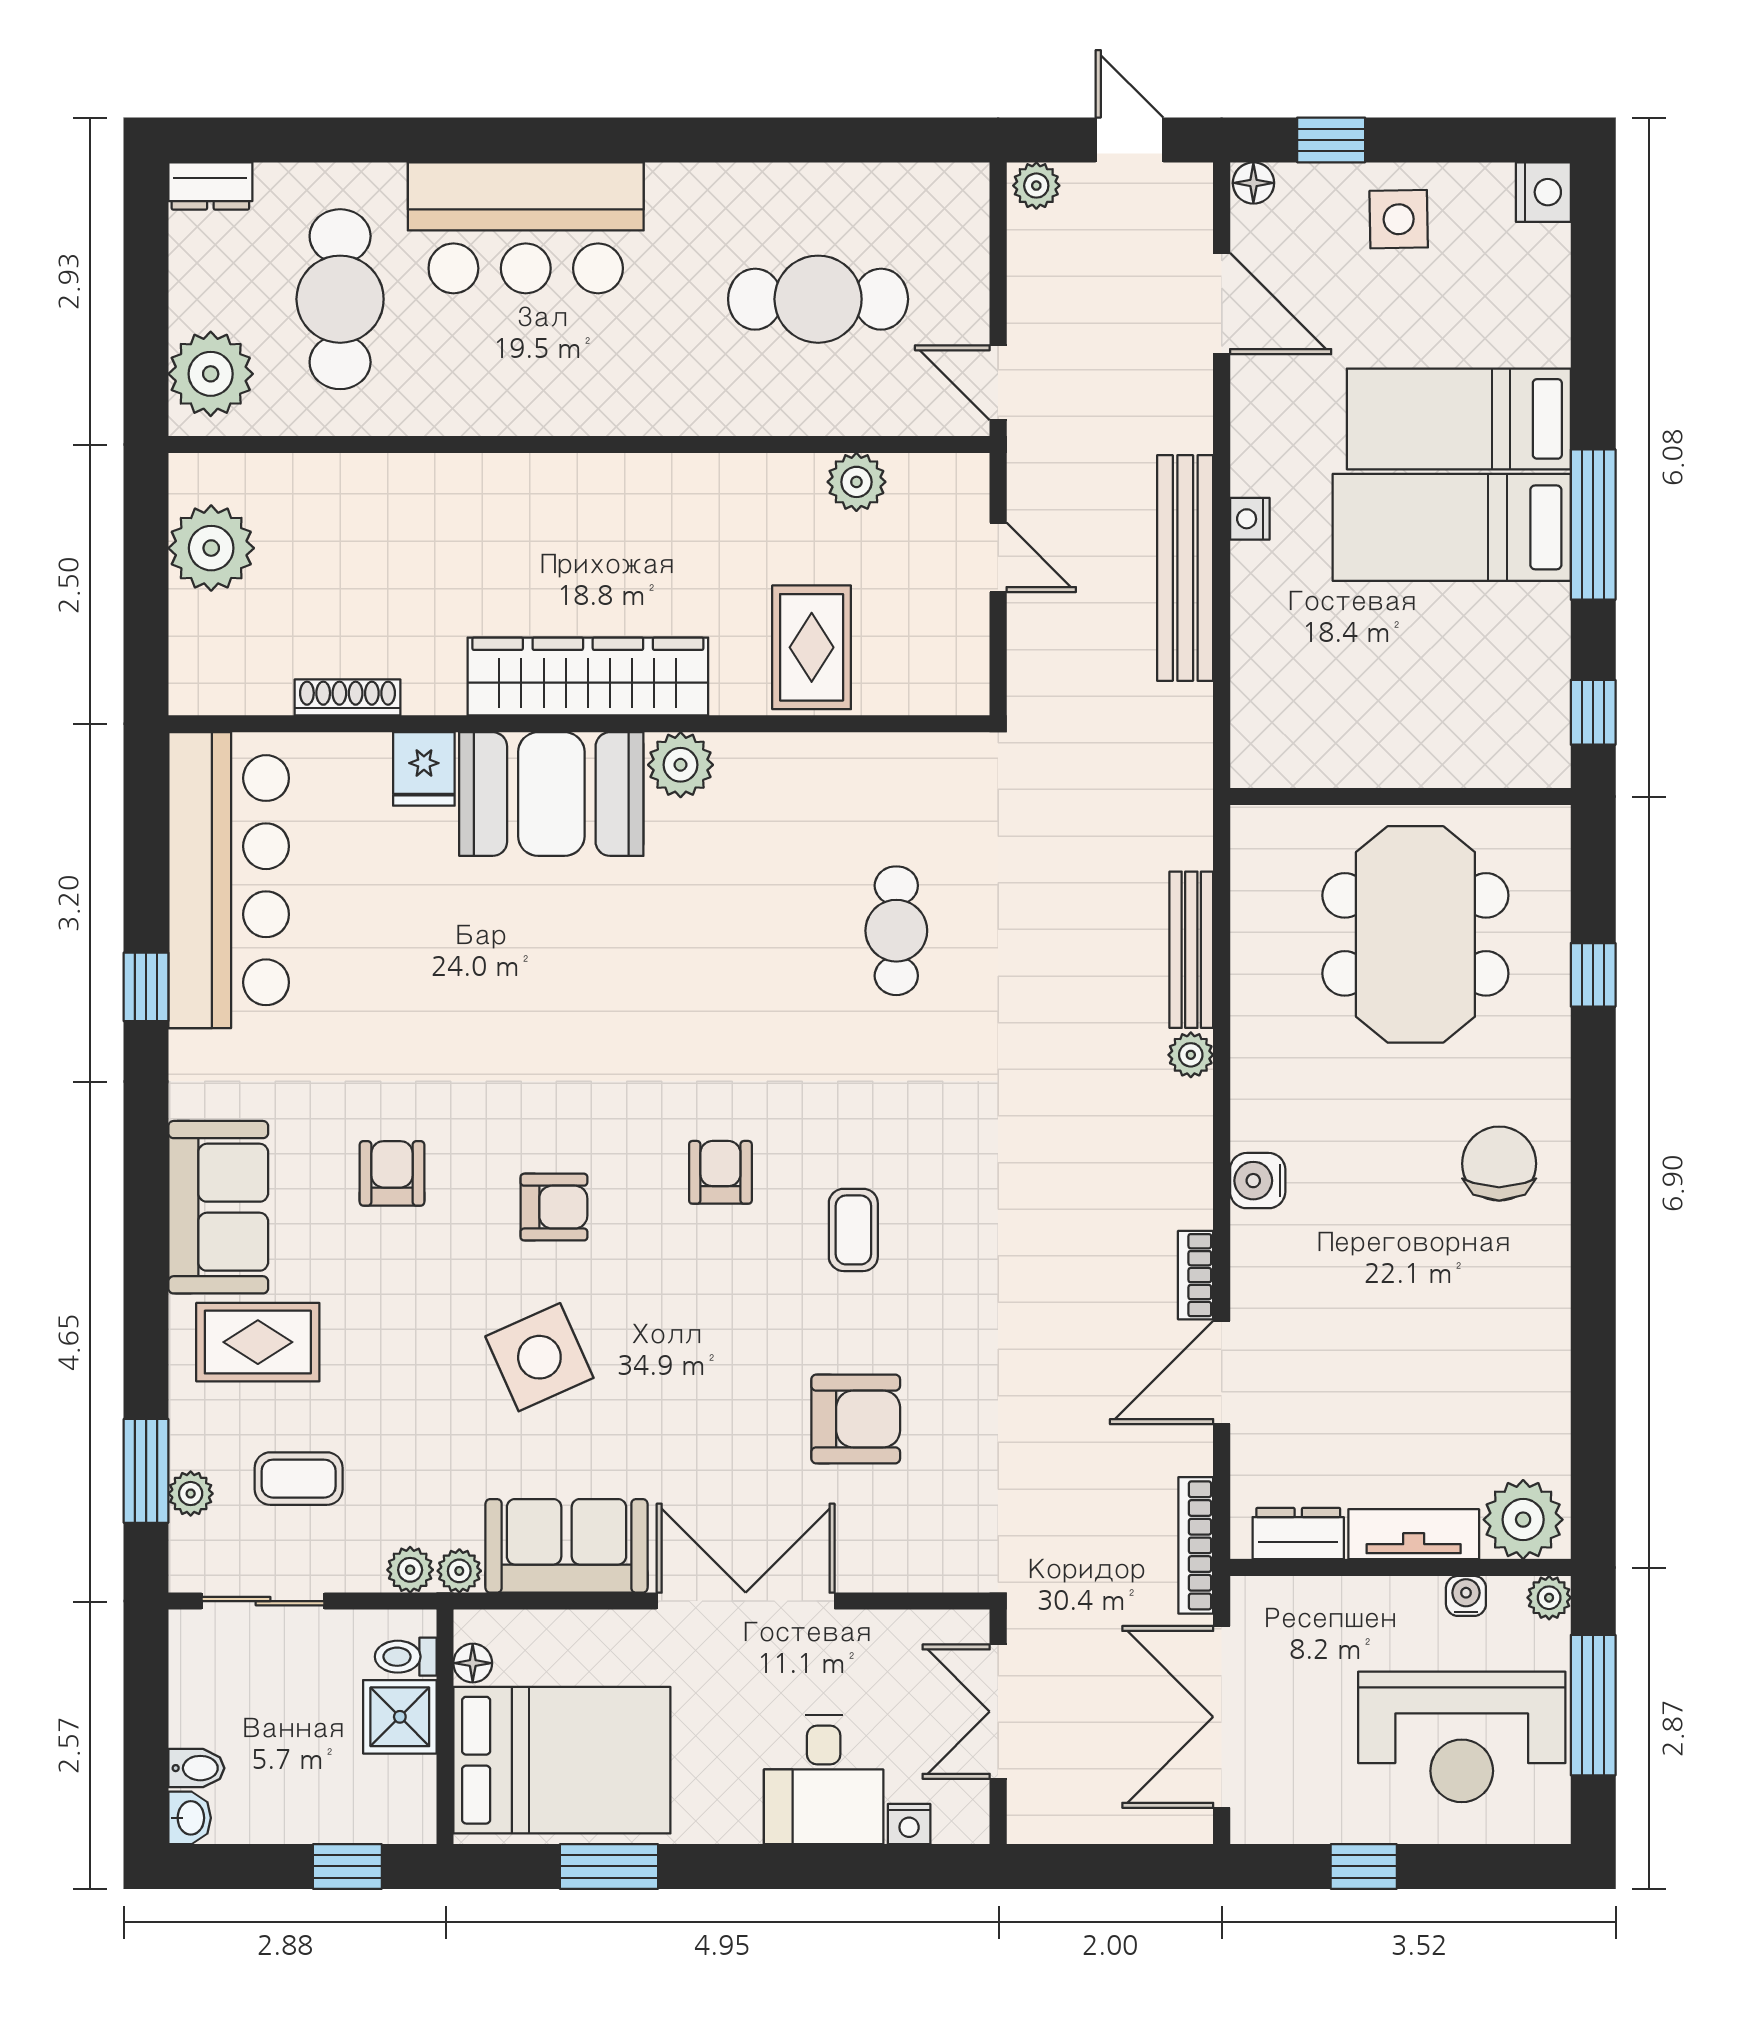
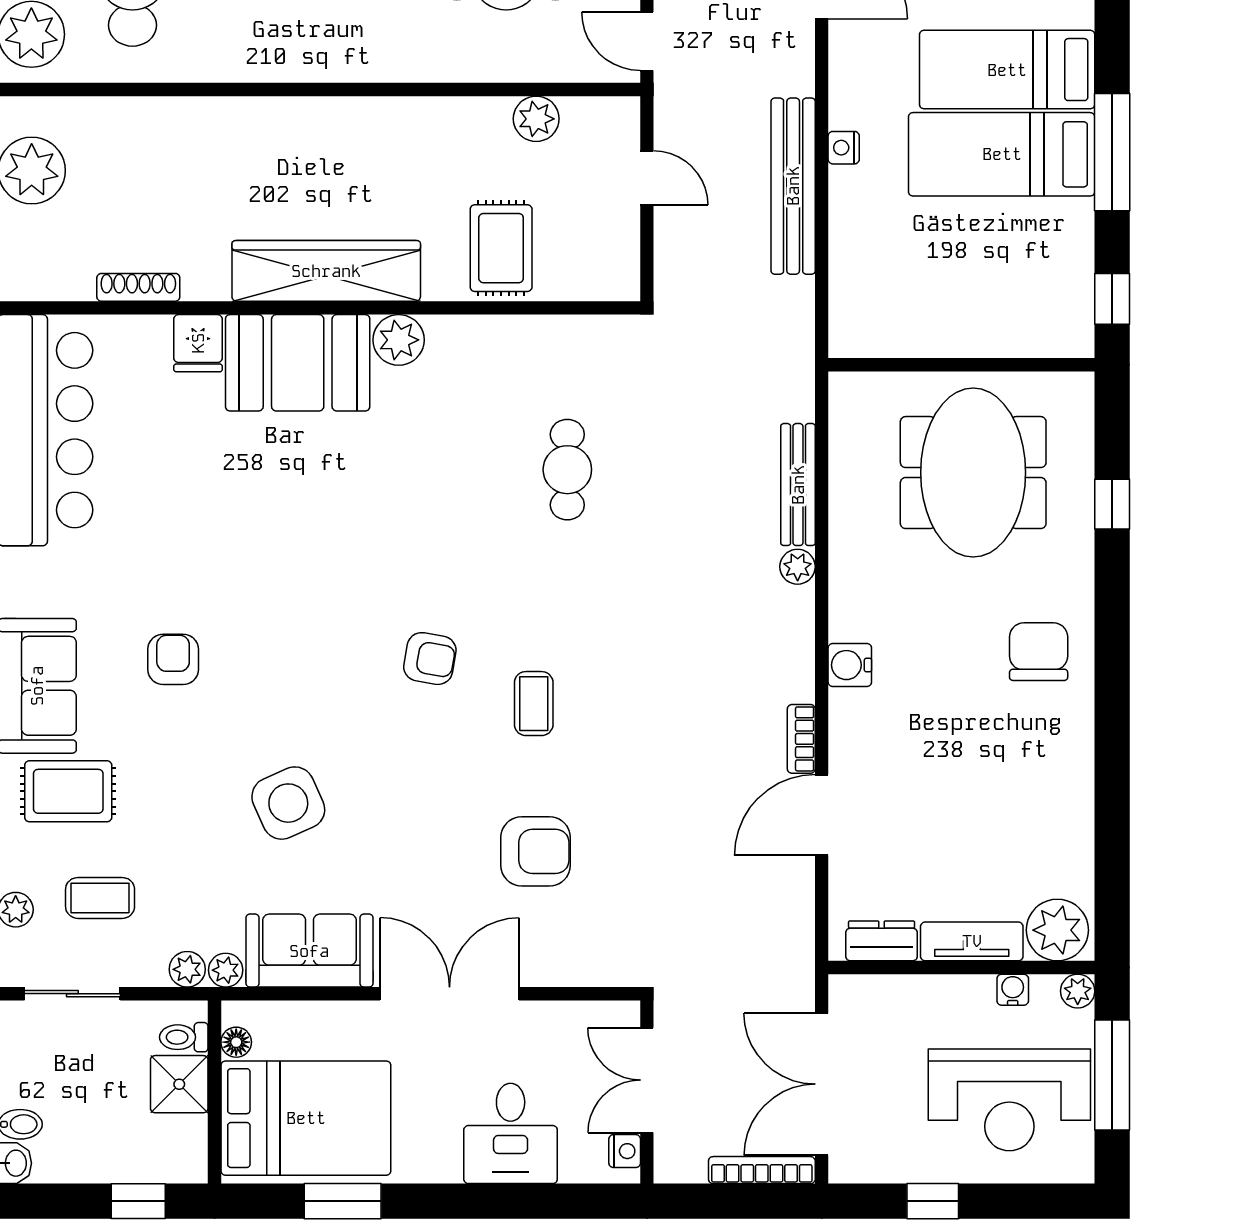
armchair: (720, 1172) -> (430, 659), turned 100
armchair: (554, 1207) -> (300, 686), removed
bookcase: (1196, 1545) -> (762, 1170), moved, turned 90
nightstand: (909, 1824) -> (625, 1151), moved, turned -90

